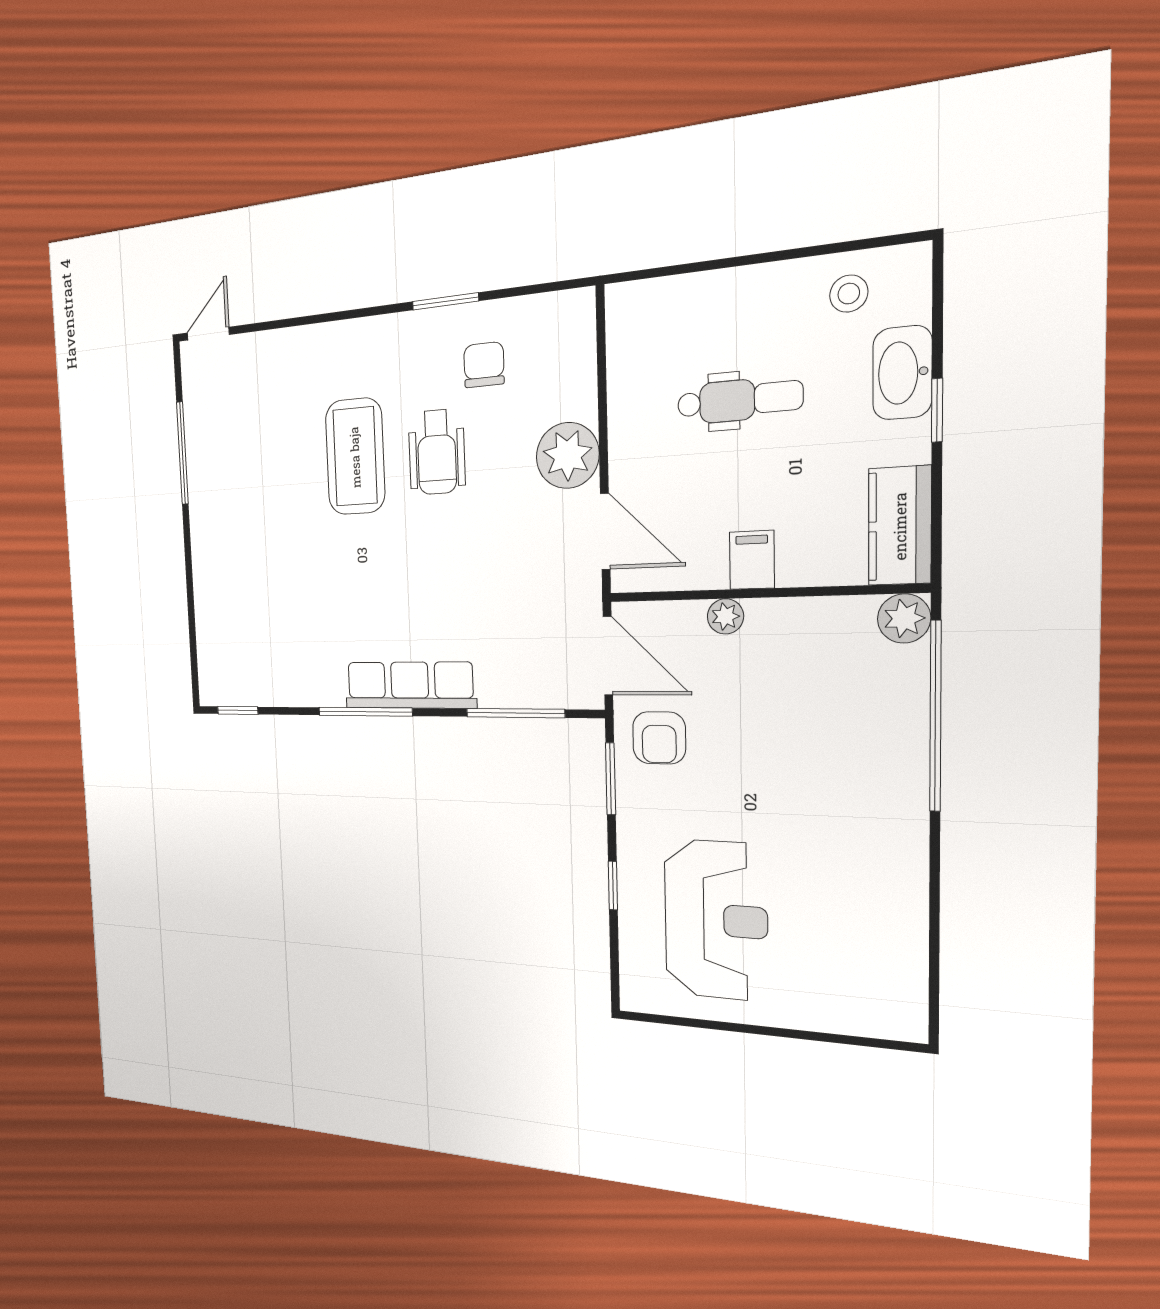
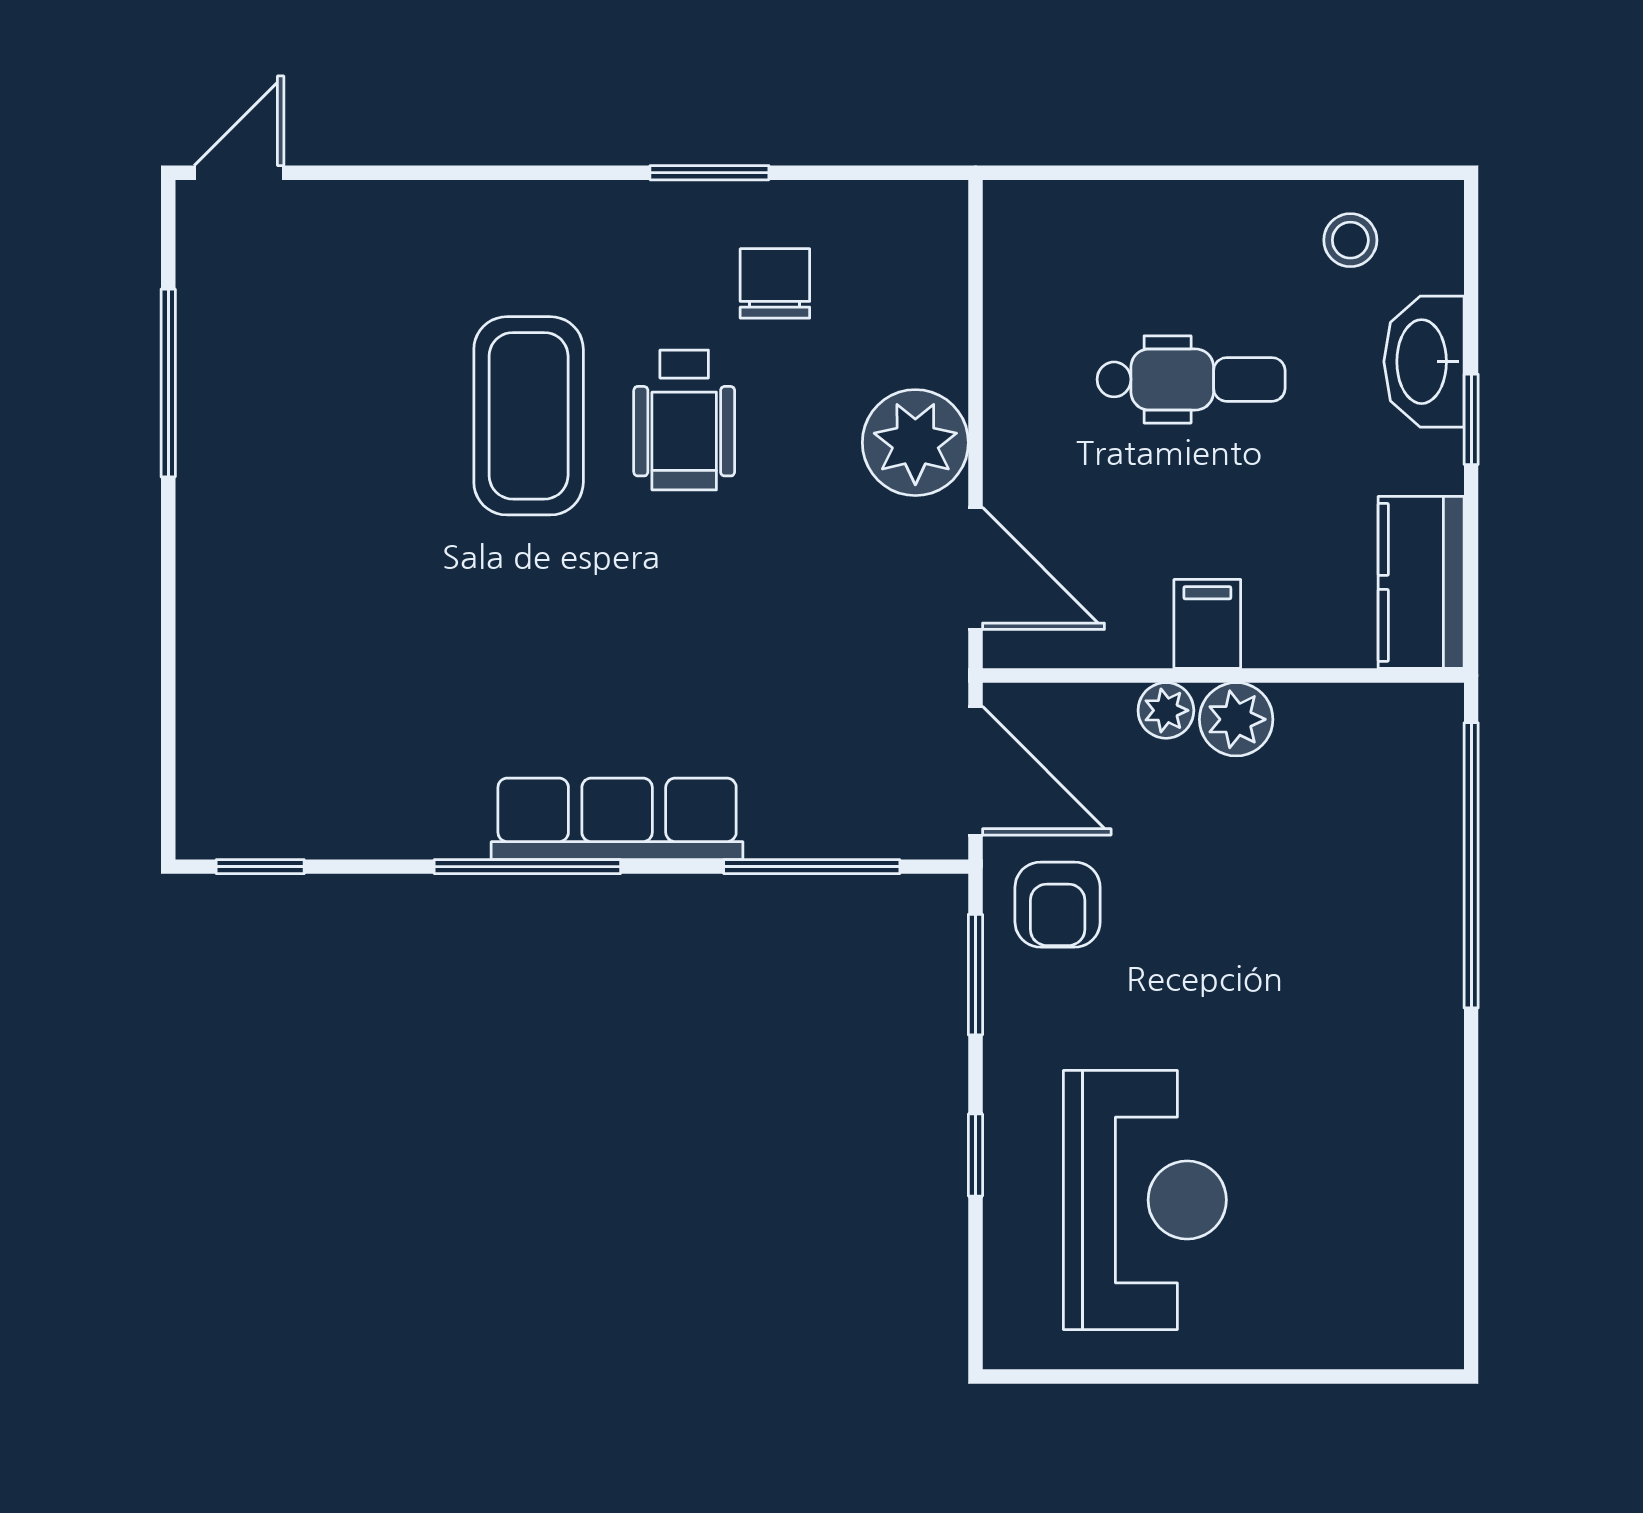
plant: (904, 618) -> (1236, 719), moved

